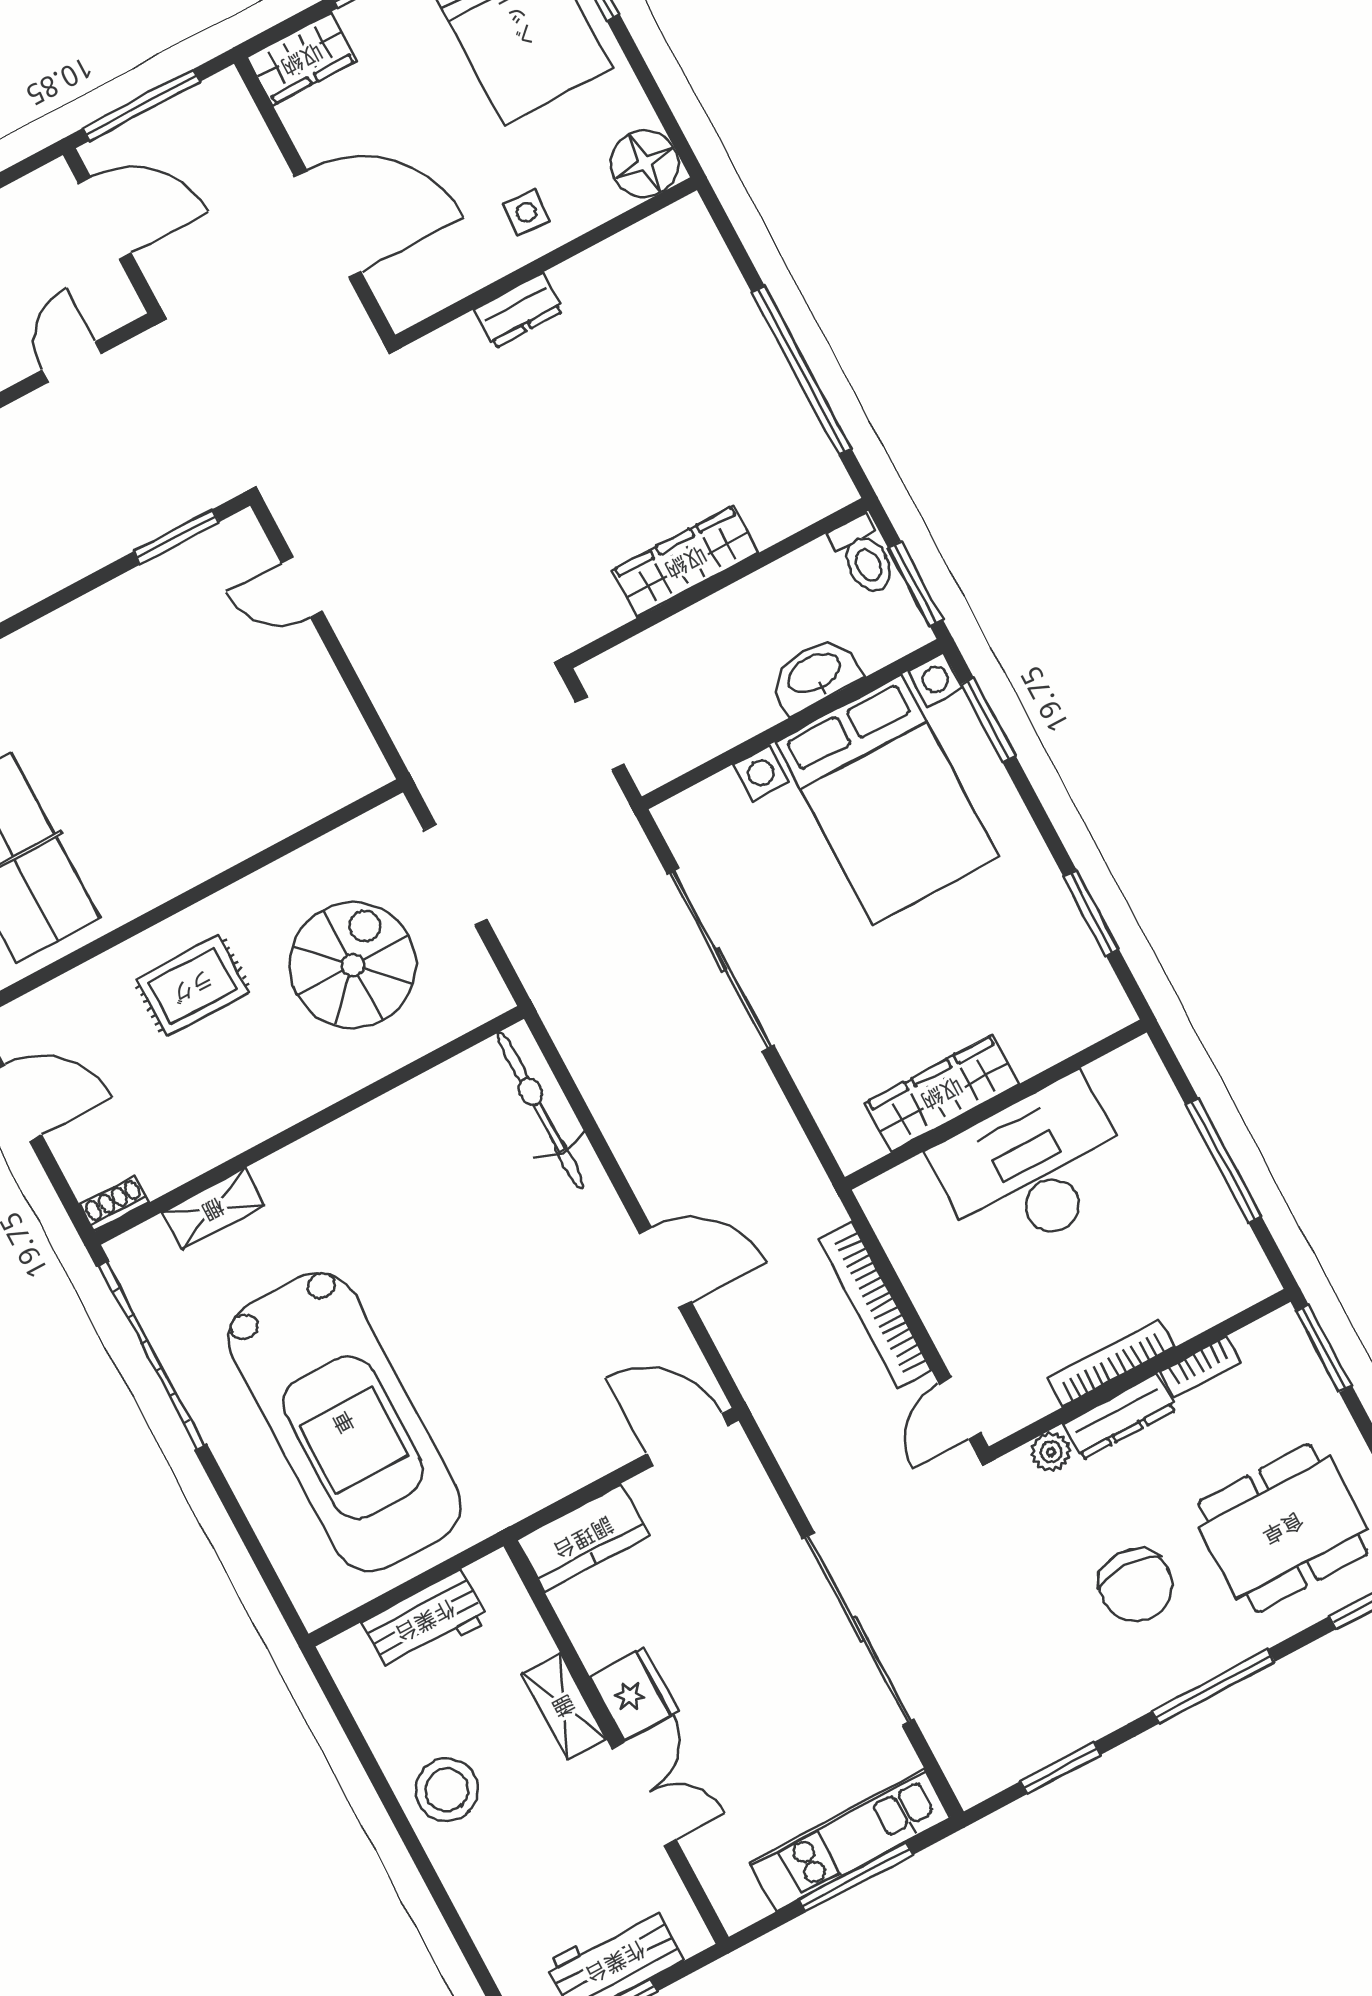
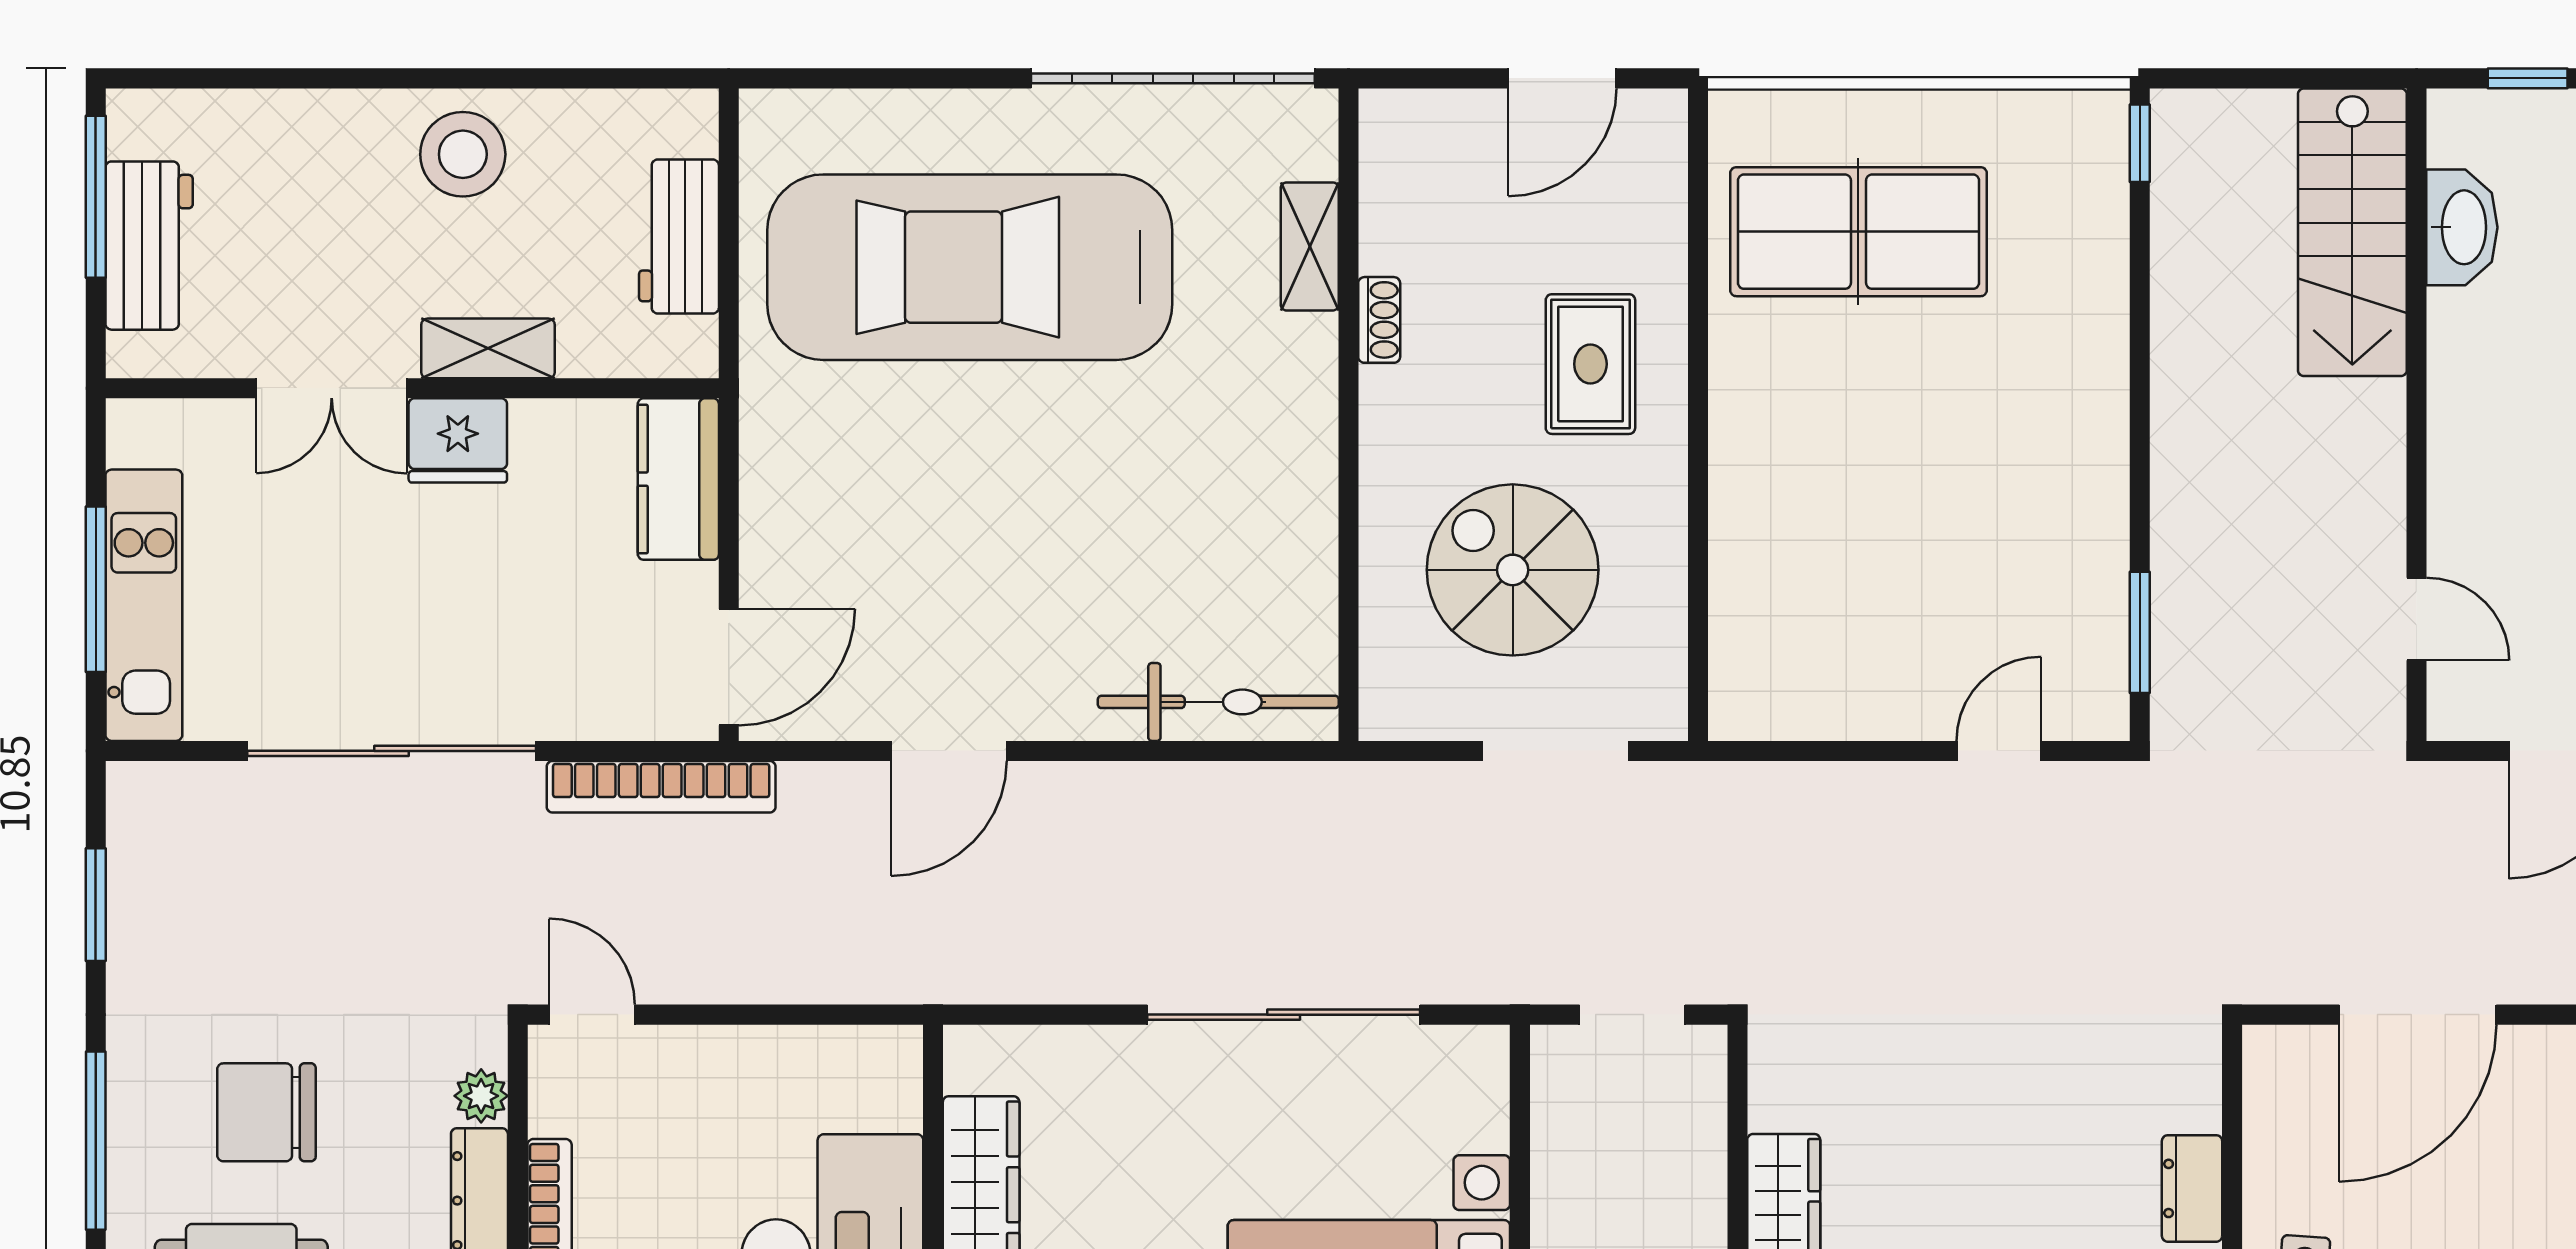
spiral stairs: (353, 965) -> (1513, 570), turned 180
shoe rack: (115, 1204) -> (1379, 320), moved
bookcase: (875, 1305) -> (661, 787), moved, turned 180

